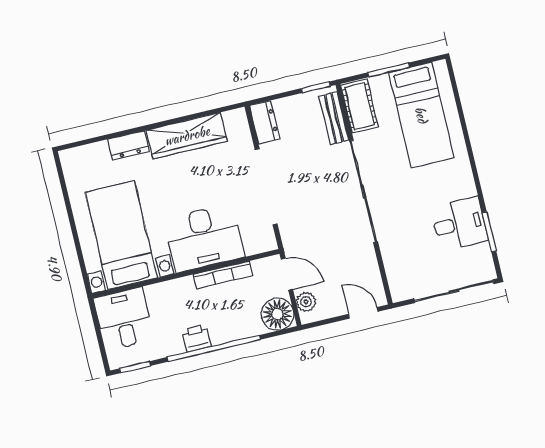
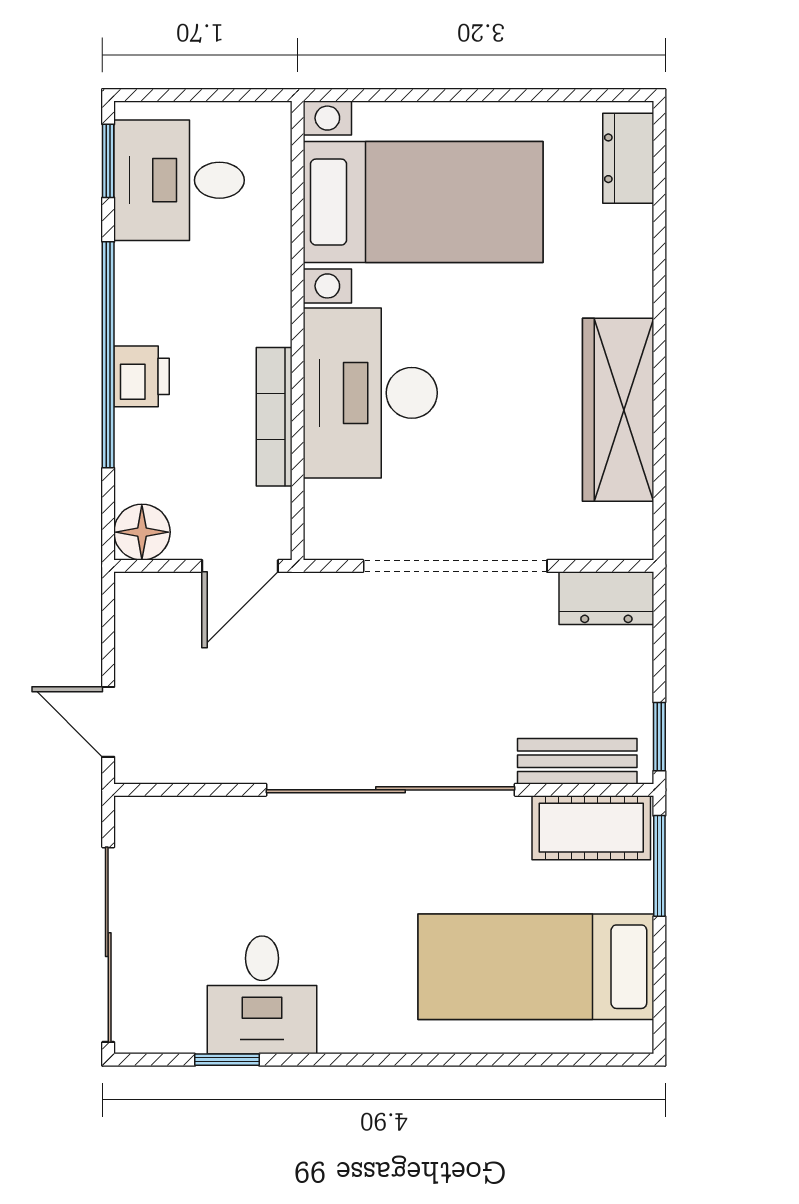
window: (389, 70) -> (659, 866), moved
dresser: (128, 145) -> (628, 158), moved
window: (489, 232) -> (227, 1060), width x0.67
plant: (306, 302) -> (166, 595), removed
door: (363, 313) -> (108, 722), swing flipped
floor lamp: (277, 314) -> (142, 532), width x0.73, depth x0.73
desk: (124, 319) -> (179, 180), moved, turned 180
printer: (197, 338) -> (142, 376), moved

